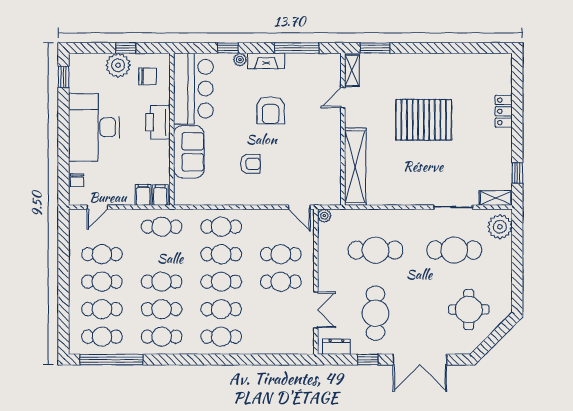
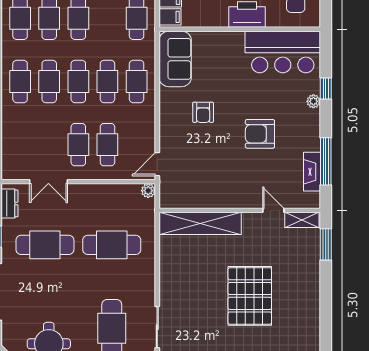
fireplace: (266, 61) -> (312, 172), moved
sofa: (189, 152) -> (175, 59), moved, turned -90
cafe table: (376, 250) -> (112, 245), turned 90

